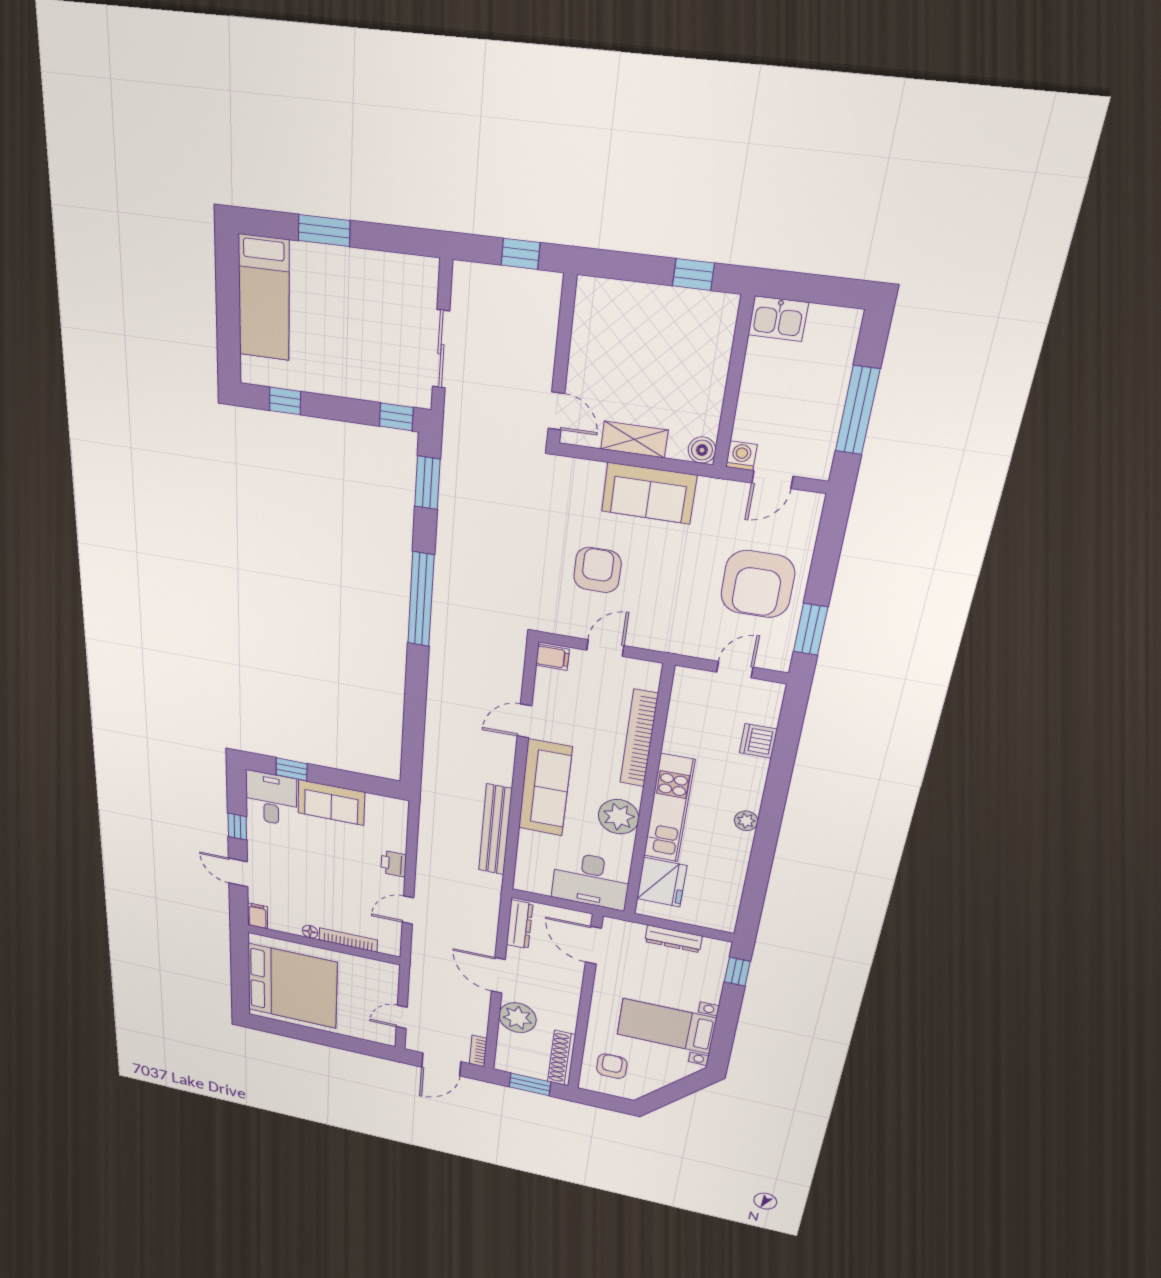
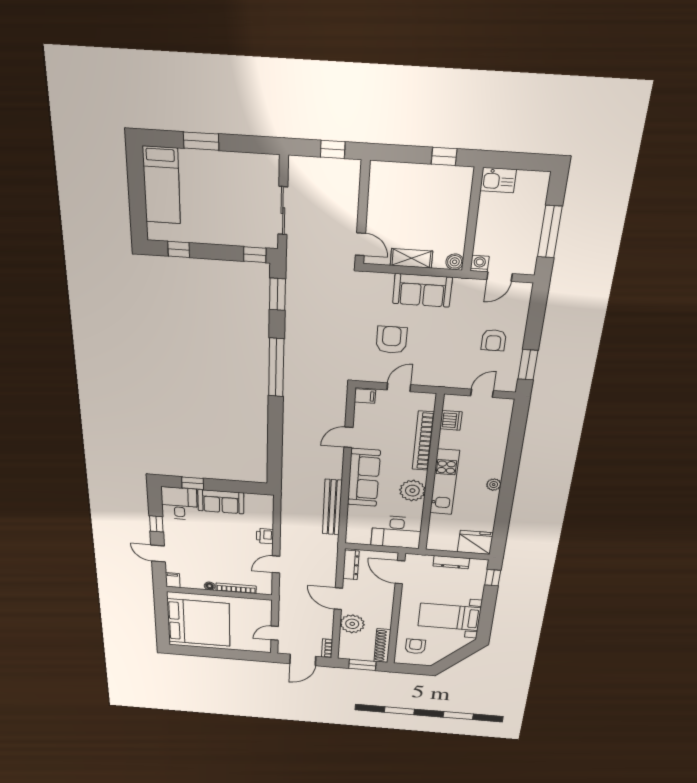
armchair: (758, 584) -> (494, 340), width x0.53, depth x0.53
dishwasher: (758, 741) -> (451, 420), moved, turned 180
fridge: (662, 882) -> (475, 542), moved, turned -90

